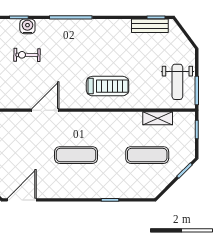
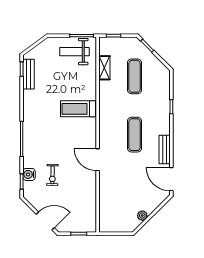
weight bench: (177, 82) -> (75, 52), turned 180
treadmill: (108, 86) -> (78, 109), turned -90
bench: (58, 192) -> (165, 149), added

